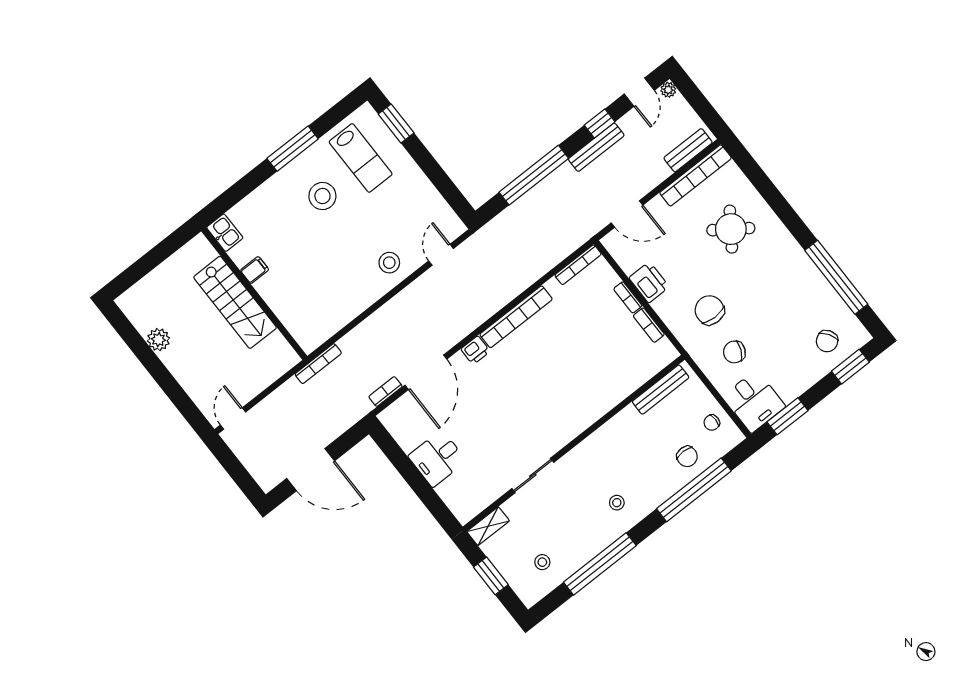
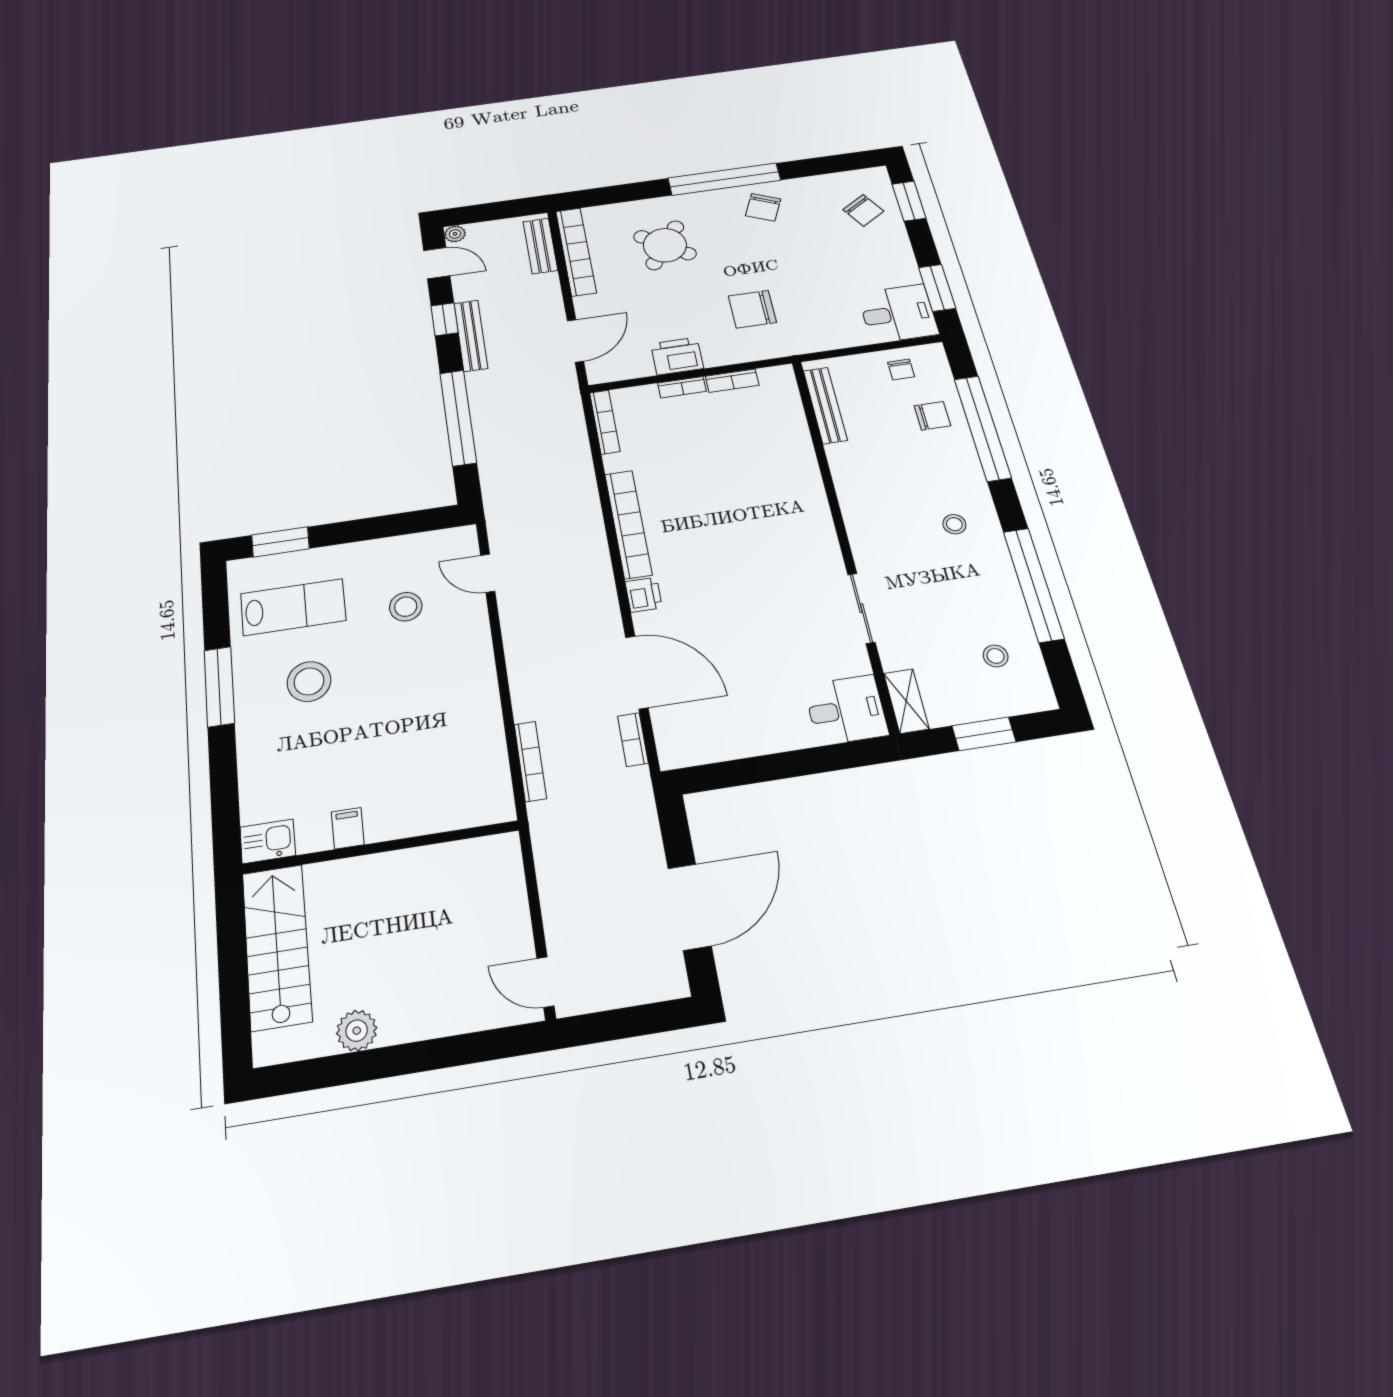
stool: (389, 263) -> (406, 607), moved
window: (836, 277) -> (724, 179), moved
stairs: (235, 302) -> (277, 946), moved, turned -90
chair: (734, 352) -> (763, 207), moved
bookcase: (318, 364) -> (530, 761), moved
desk: (437, 458) -> (846, 710), moved, turned -90

